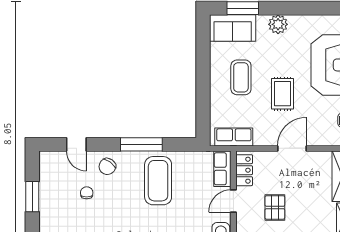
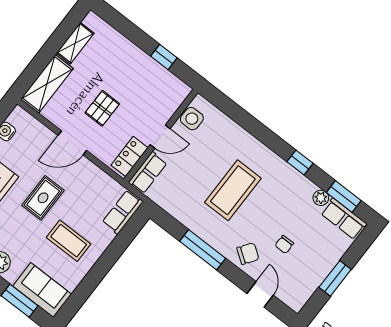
coffee table: (241, 77) -> (69, 241), turned 90
row of seats: (234, 137) -> (123, 212), moved, turned 90
coffee table: (158, 181) -> (233, 190), moved
pallet: (275, 207) -> (102, 108), moved

